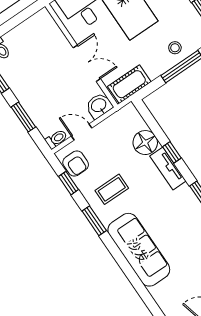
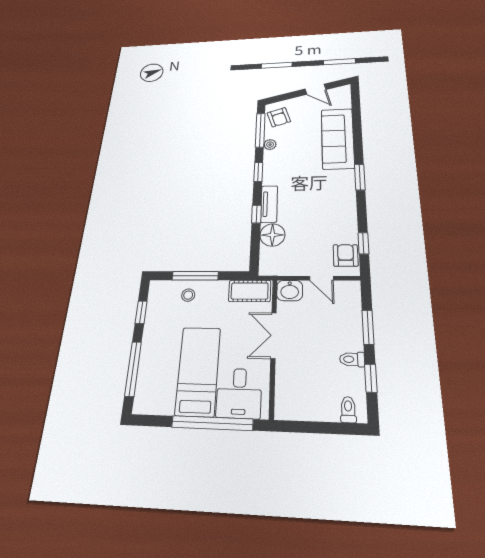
toilet: (56, 139) -> (352, 359), moved
coffee table: (112, 189) -> (328, 216), removed
window: (94, 221) -> (360, 177), moved
sofa: (139, 250) -> (338, 138), moved

